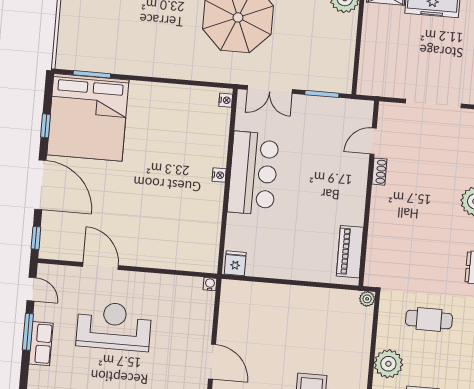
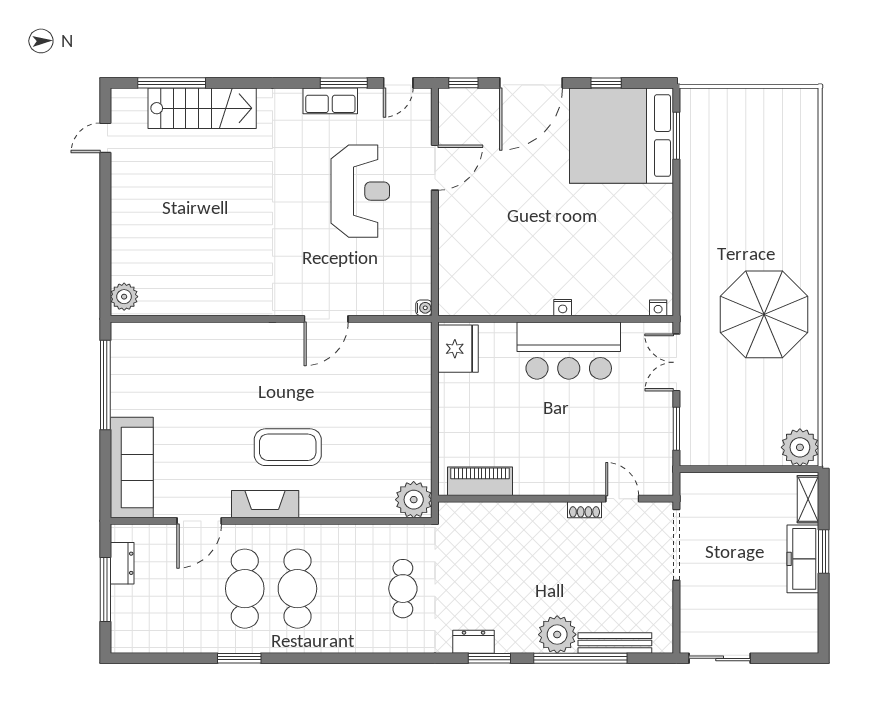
doorway: (433, 104) -> (676, 545), moved
fridge: (235, 263) -> (458, 349), width x1.88, depth x1.34
plant: (367, 299) -> (414, 500), width x1.87, depth x1.87
plant: (388, 364) -> (342, 542), removed

